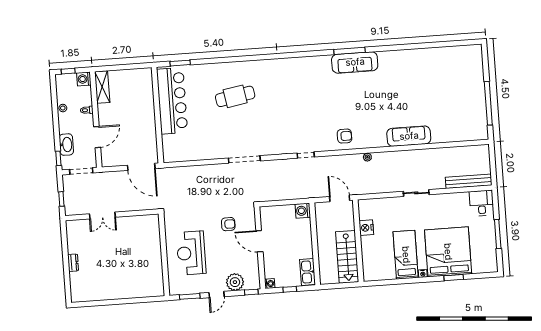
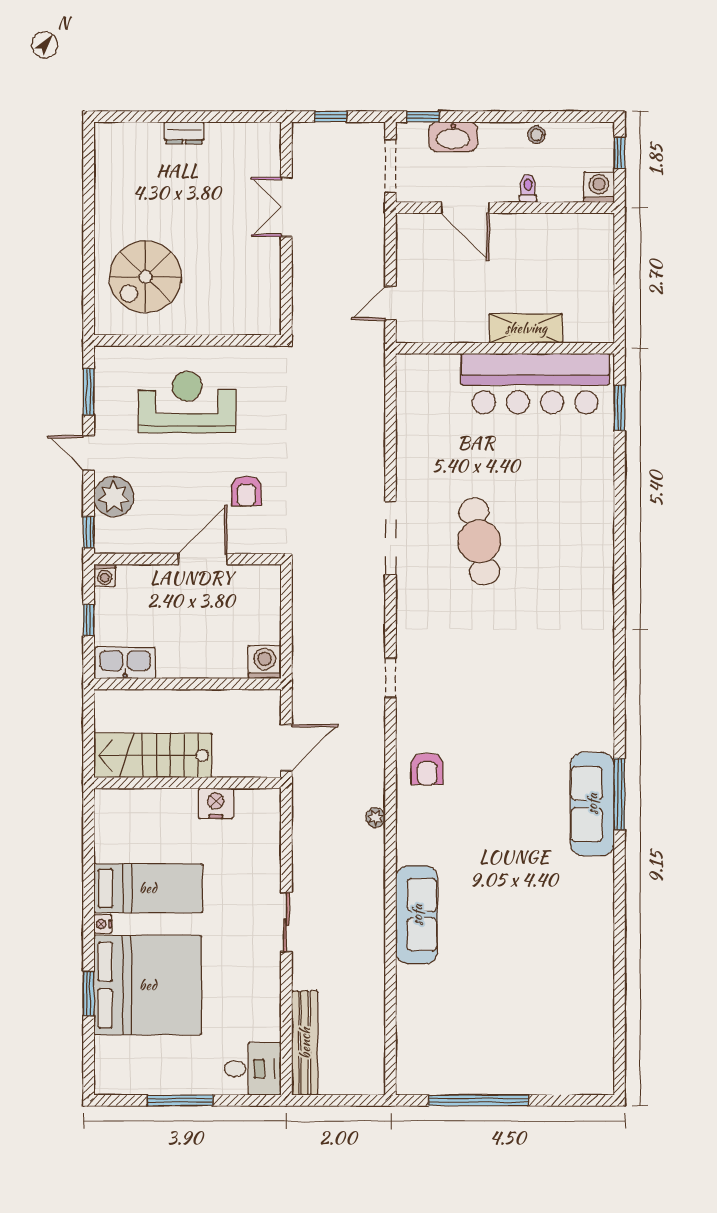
shelving: (102, 87) -> (526, 328), moved
cafe table: (235, 96) -> (479, 541), moved
door: (141, 167) -> (390, 303), width x0.53
spiral stairs: (137, 275) -> (145, 277), added

